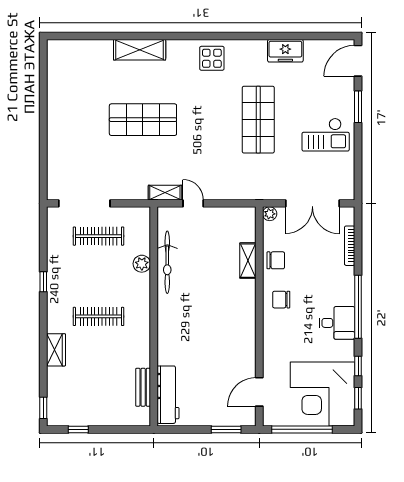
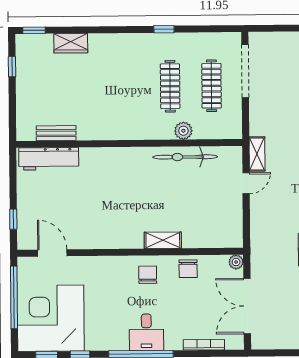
shelving: (248, 261) -> (163, 240), moved
clothes rail: (98, 316) -> (170, 86), moved
desk: (337, 323) -> (146, 332), moved
wardrobe: (56, 350) -> (71, 43), moved
window: (226, 429) -> (13, 219), width x0.67

